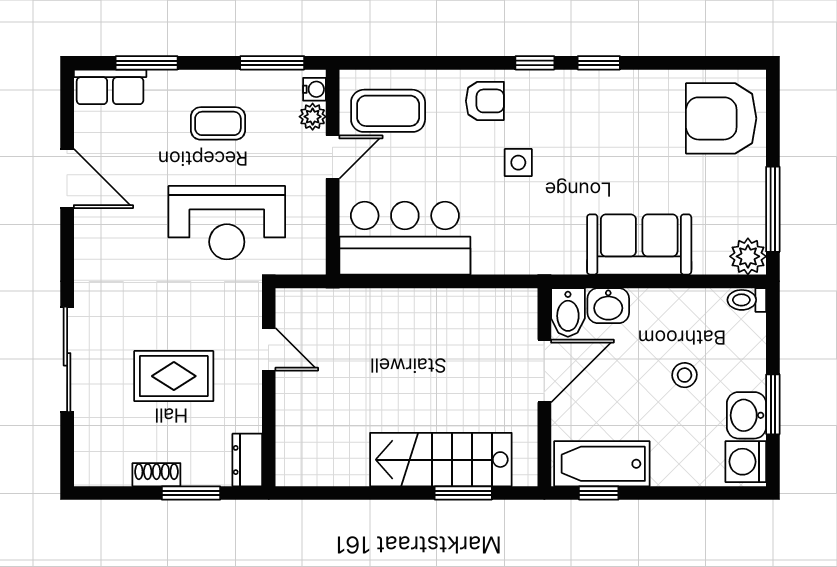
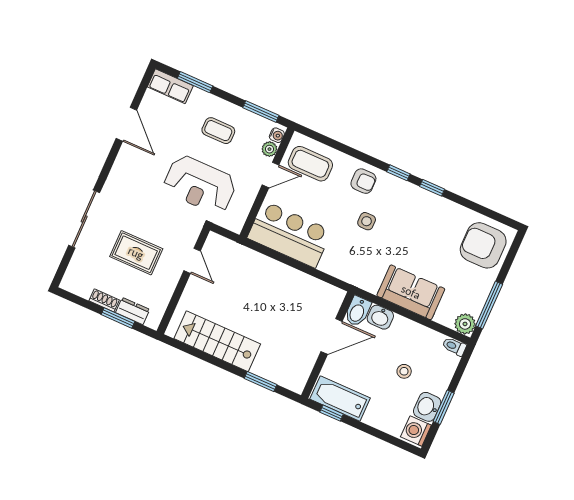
dresser: (247, 460) -> (133, 311), moved, turned 90
stairs: (441, 460) -> (217, 341), moved

